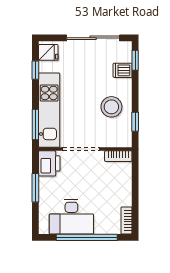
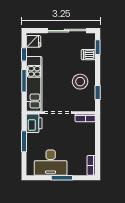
window: (35, 125) -> (24, 81), moved
window: (87, 237) -> (62, 178), width x0.47

